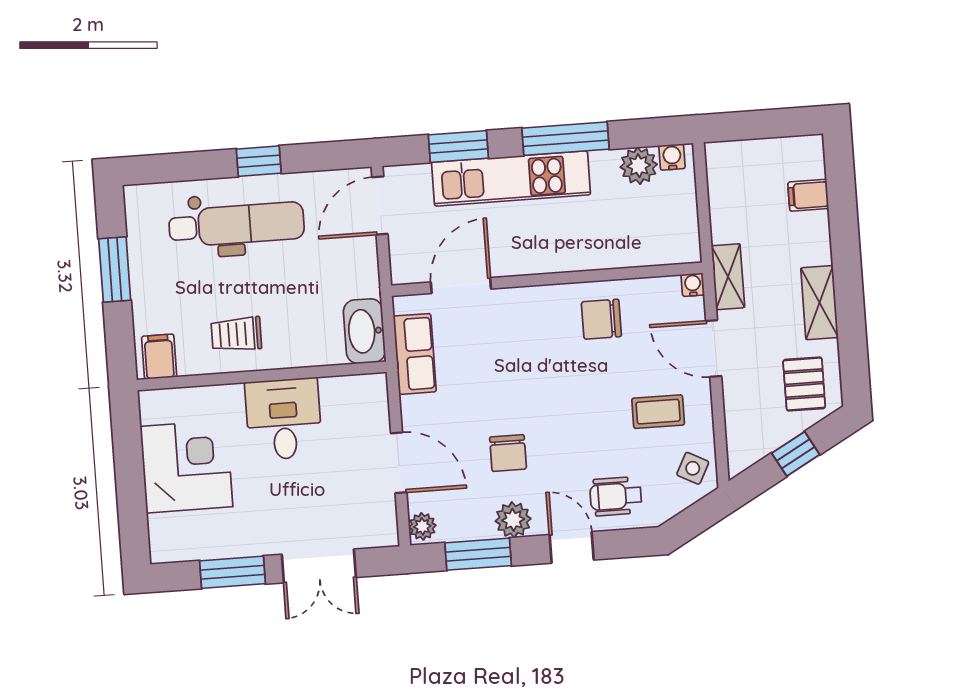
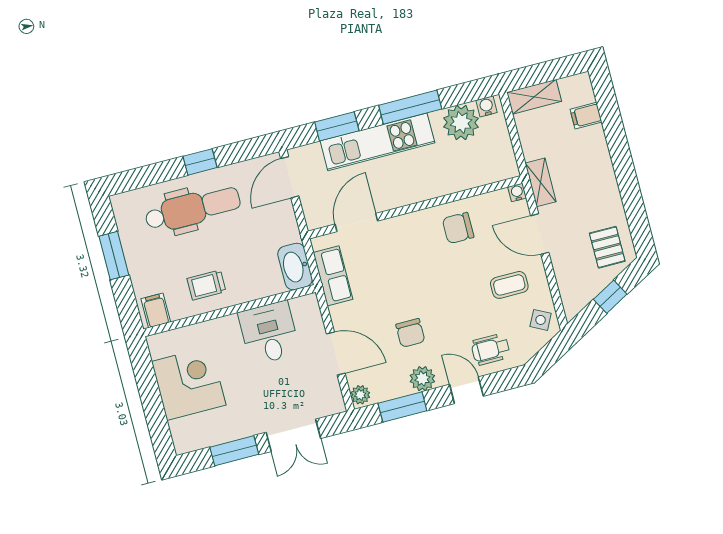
plant: (639, 166) -> (461, 123), width x1.36, depth x1.36
shelving: (819, 303) -> (534, 97), moved, turned 90
desk: (284, 419) -> (269, 333), moved

